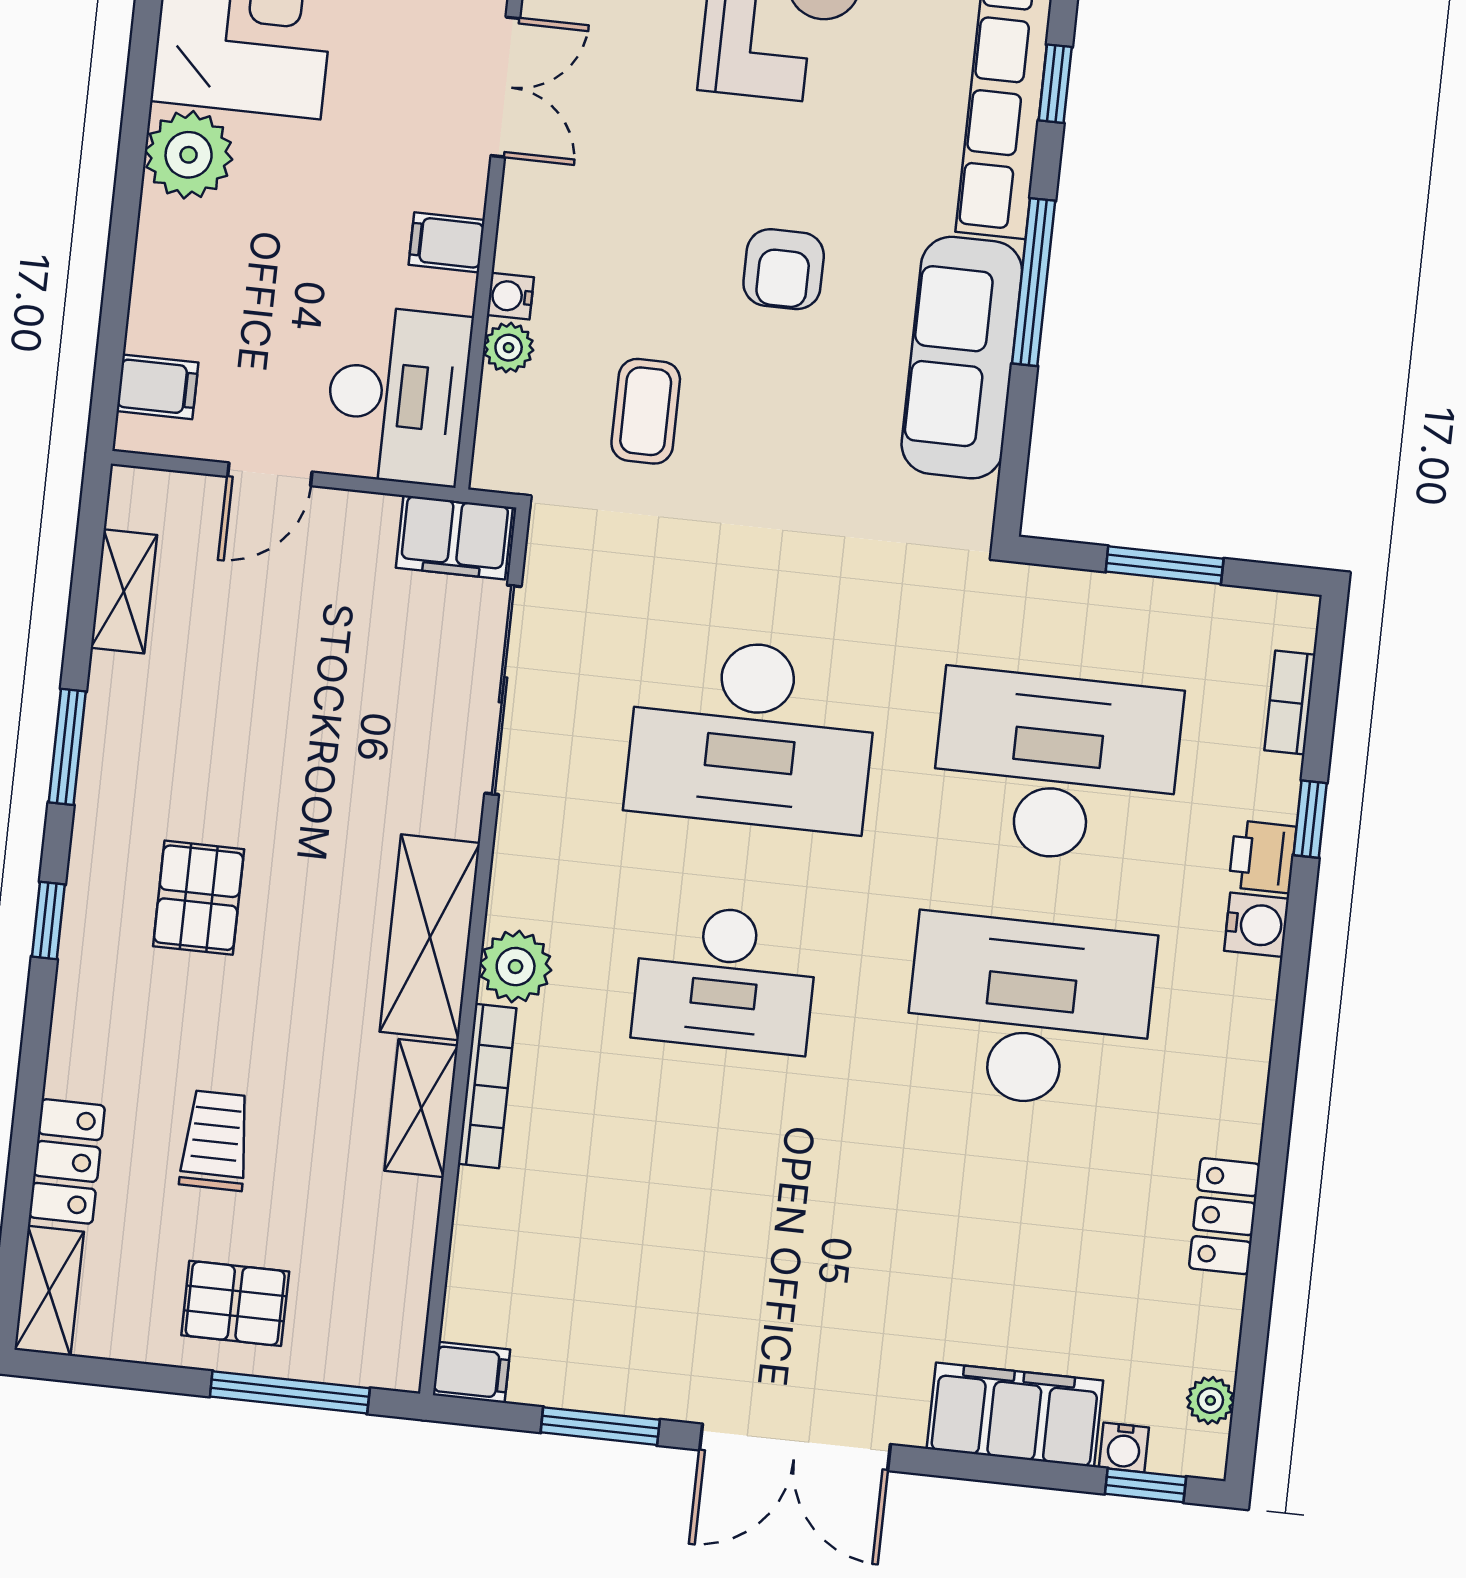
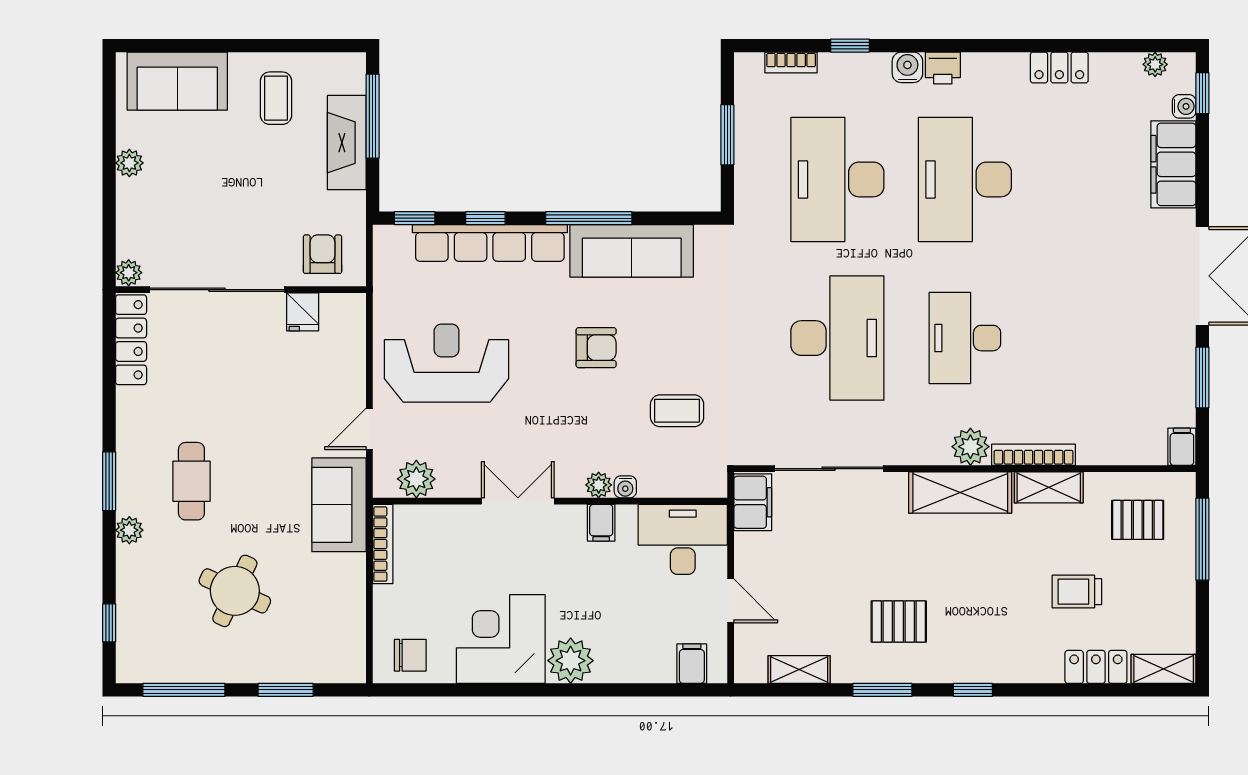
plant: (509, 348) -> (599, 485), moved
printer: (1263, 857) -> (943, 68), moved
pallet: (199, 898) -> (899, 622), moved
desk: (725, 979) -> (965, 338), turned 180
pallet: (235, 1303) -> (1138, 520), moved, turned 90

